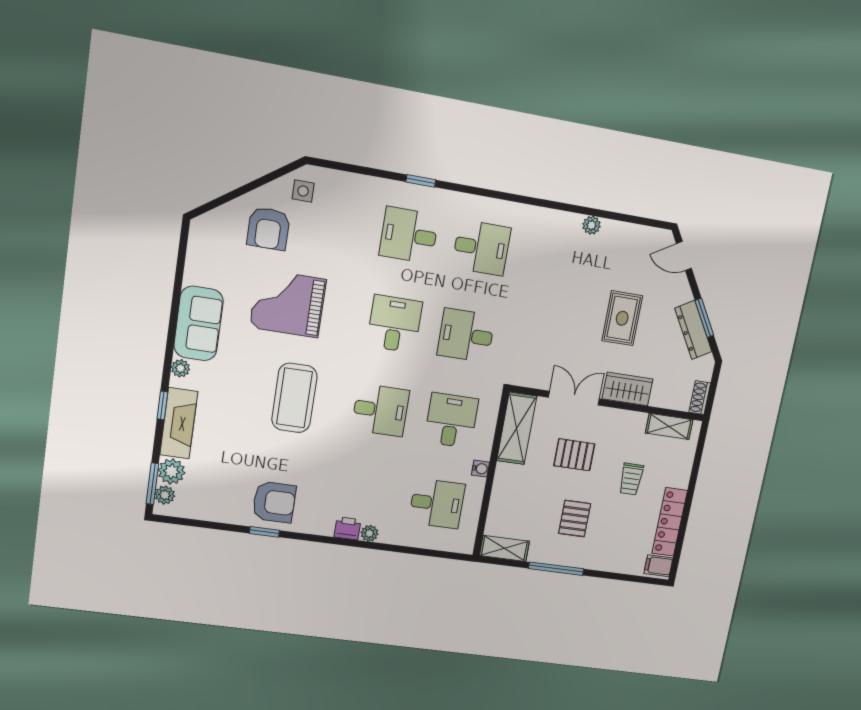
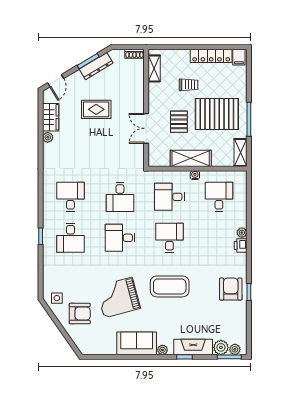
grand piano: (288, 303) -> (118, 297), turned 75
wardrobe: (627, 389) -> (51, 117), moved, turned 180
shelving: (517, 428) -> (191, 158), moved
pallet: (575, 519) -> (217, 114), width x2.05, depth x2.00

